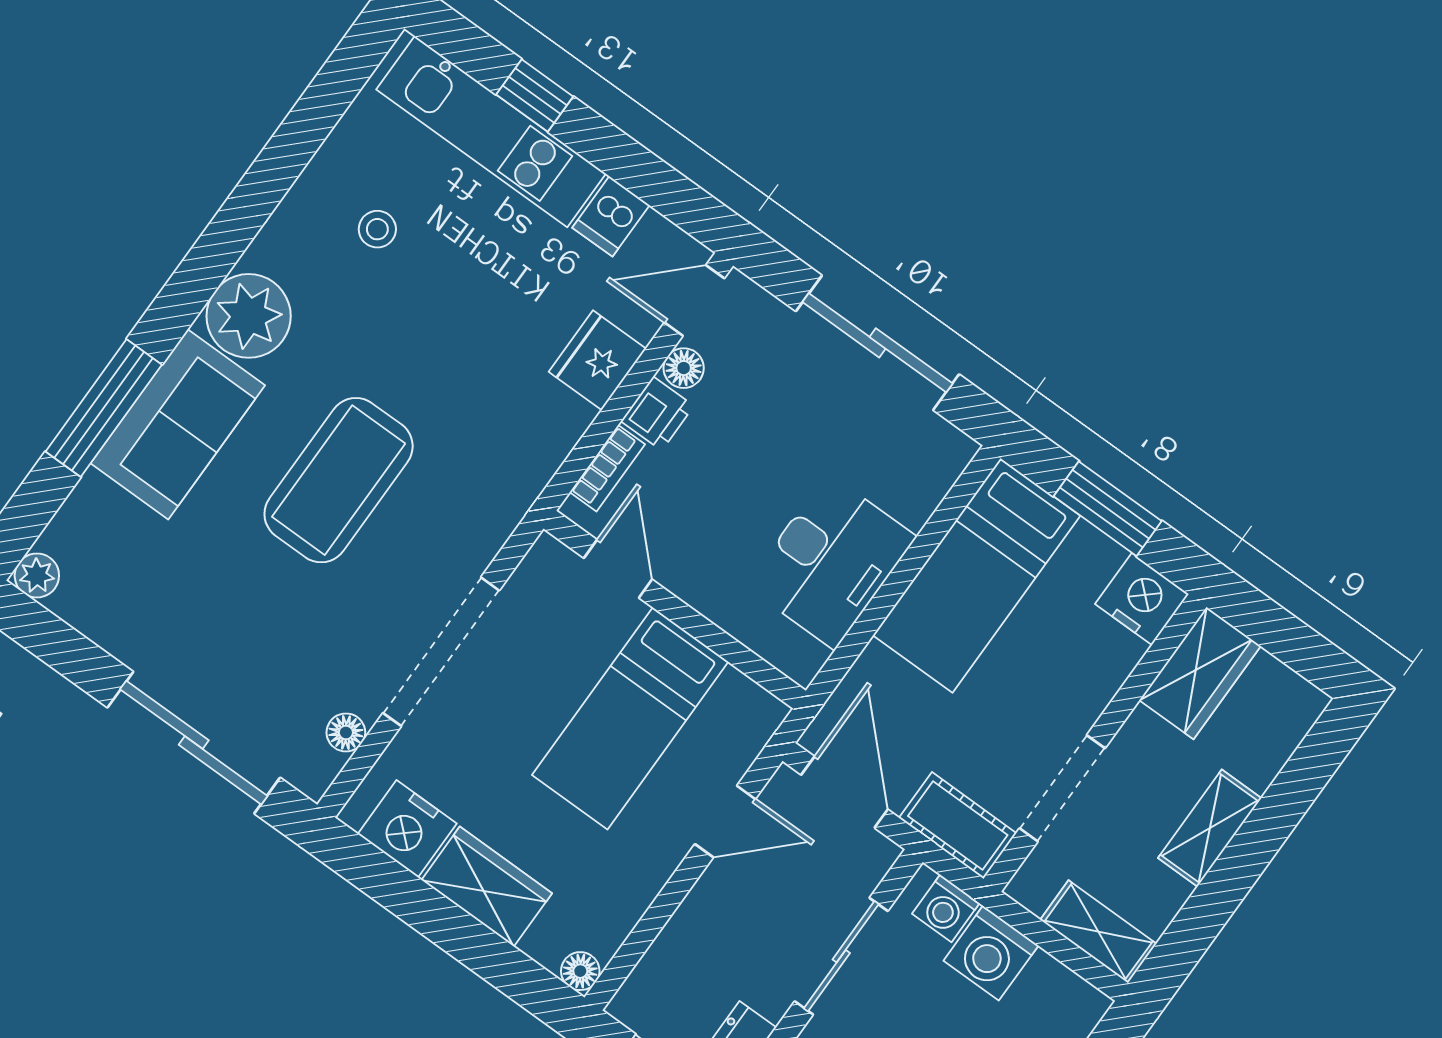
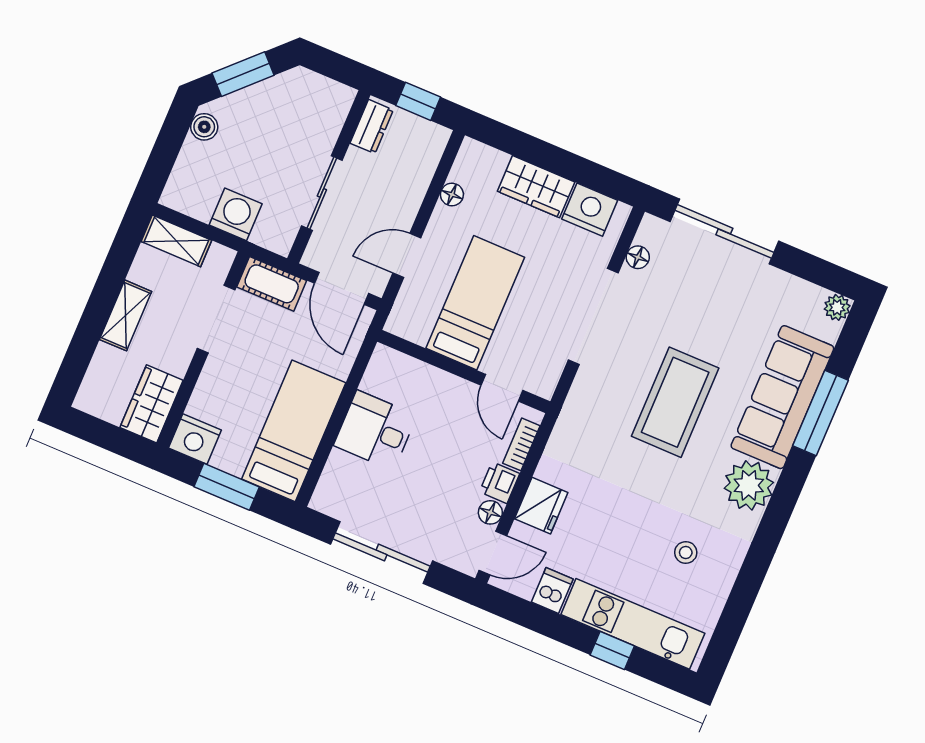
sofa: (178, 424) -> (782, 397), width x1.36
desk: (831, 561) -> (375, 430), width x0.73
washing machine: (946, 908) -> (268, 234), removed
floor lamp: (580, 971) -> (452, 195), moved

